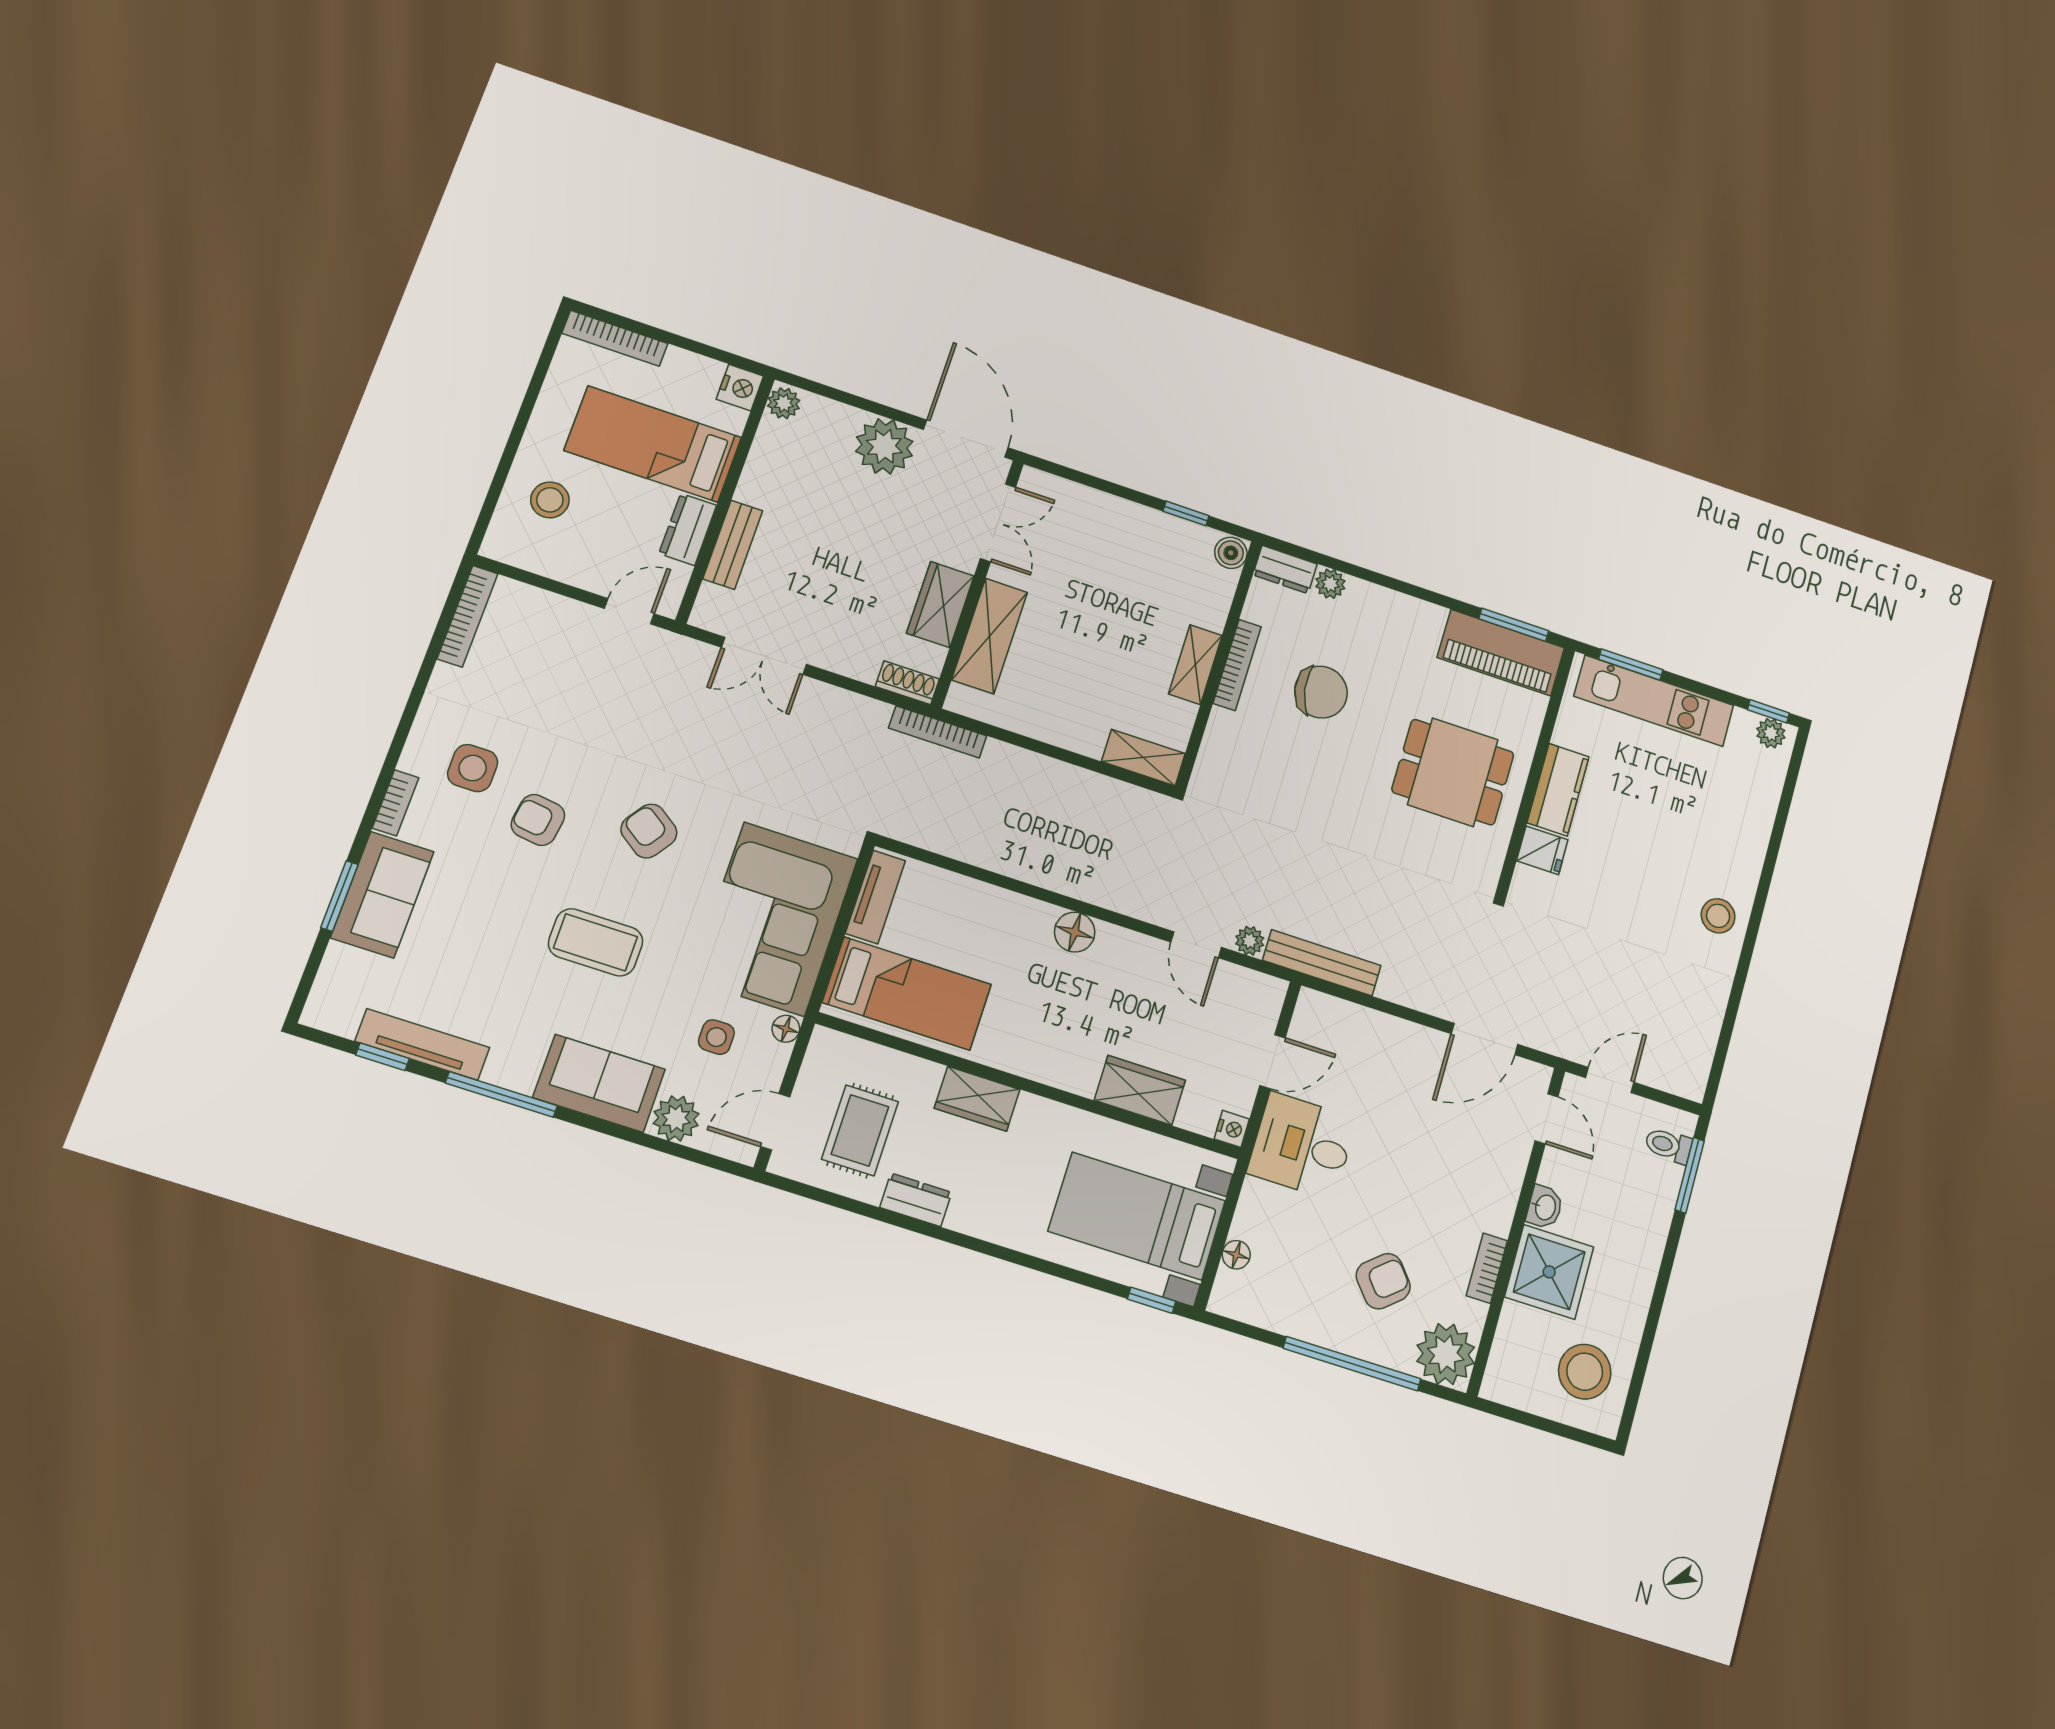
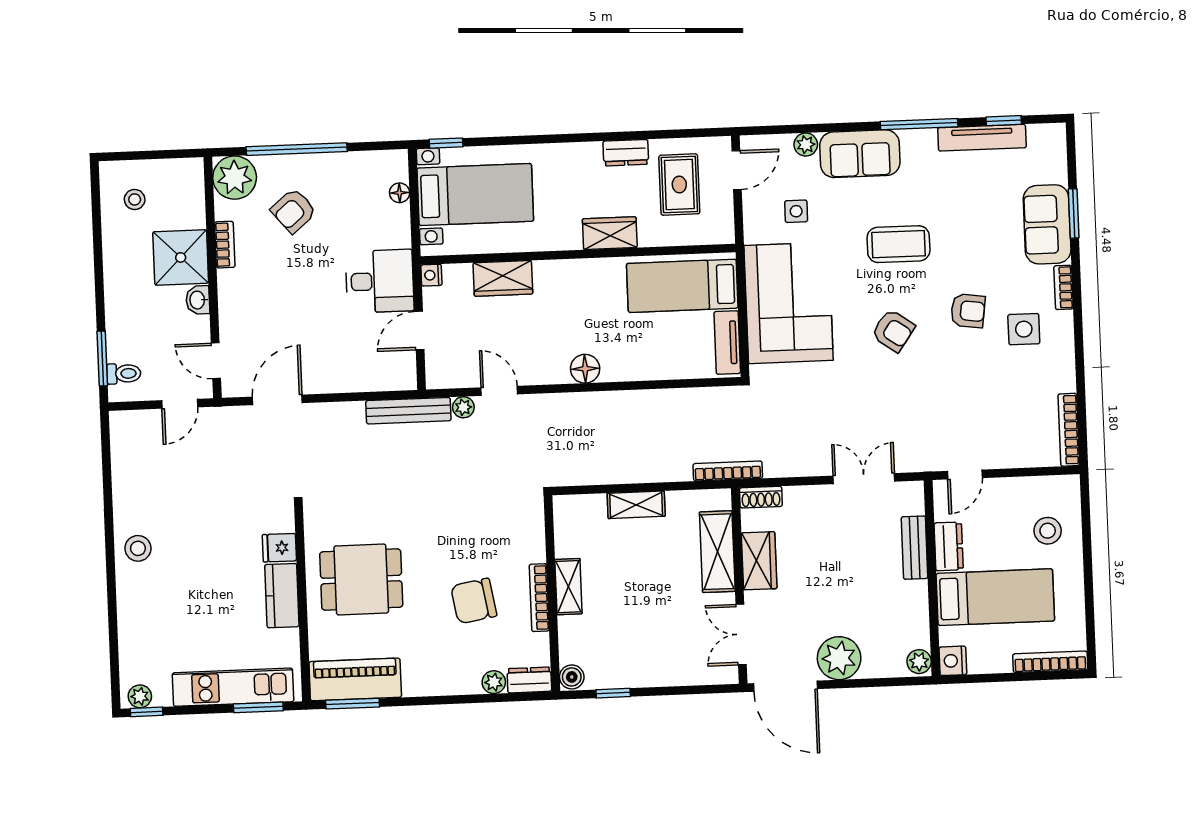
shelving: (1143, 758) -> (636, 505), moved
floor lamp: (786, 1029) -> (753, 233), removed
plant: (676, 1119) -> (806, 145), width x0.73, depth x0.73
stool: (1585, 1372) -> (135, 199), width x0.53, depth x0.53

